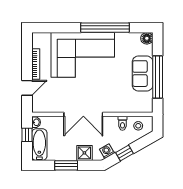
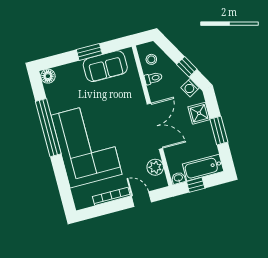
sofa: (143, 74) -> (105, 66), moved
window: (158, 77) -> (89, 52), width x0.47
plant: (50, 106) -> (155, 167), added

